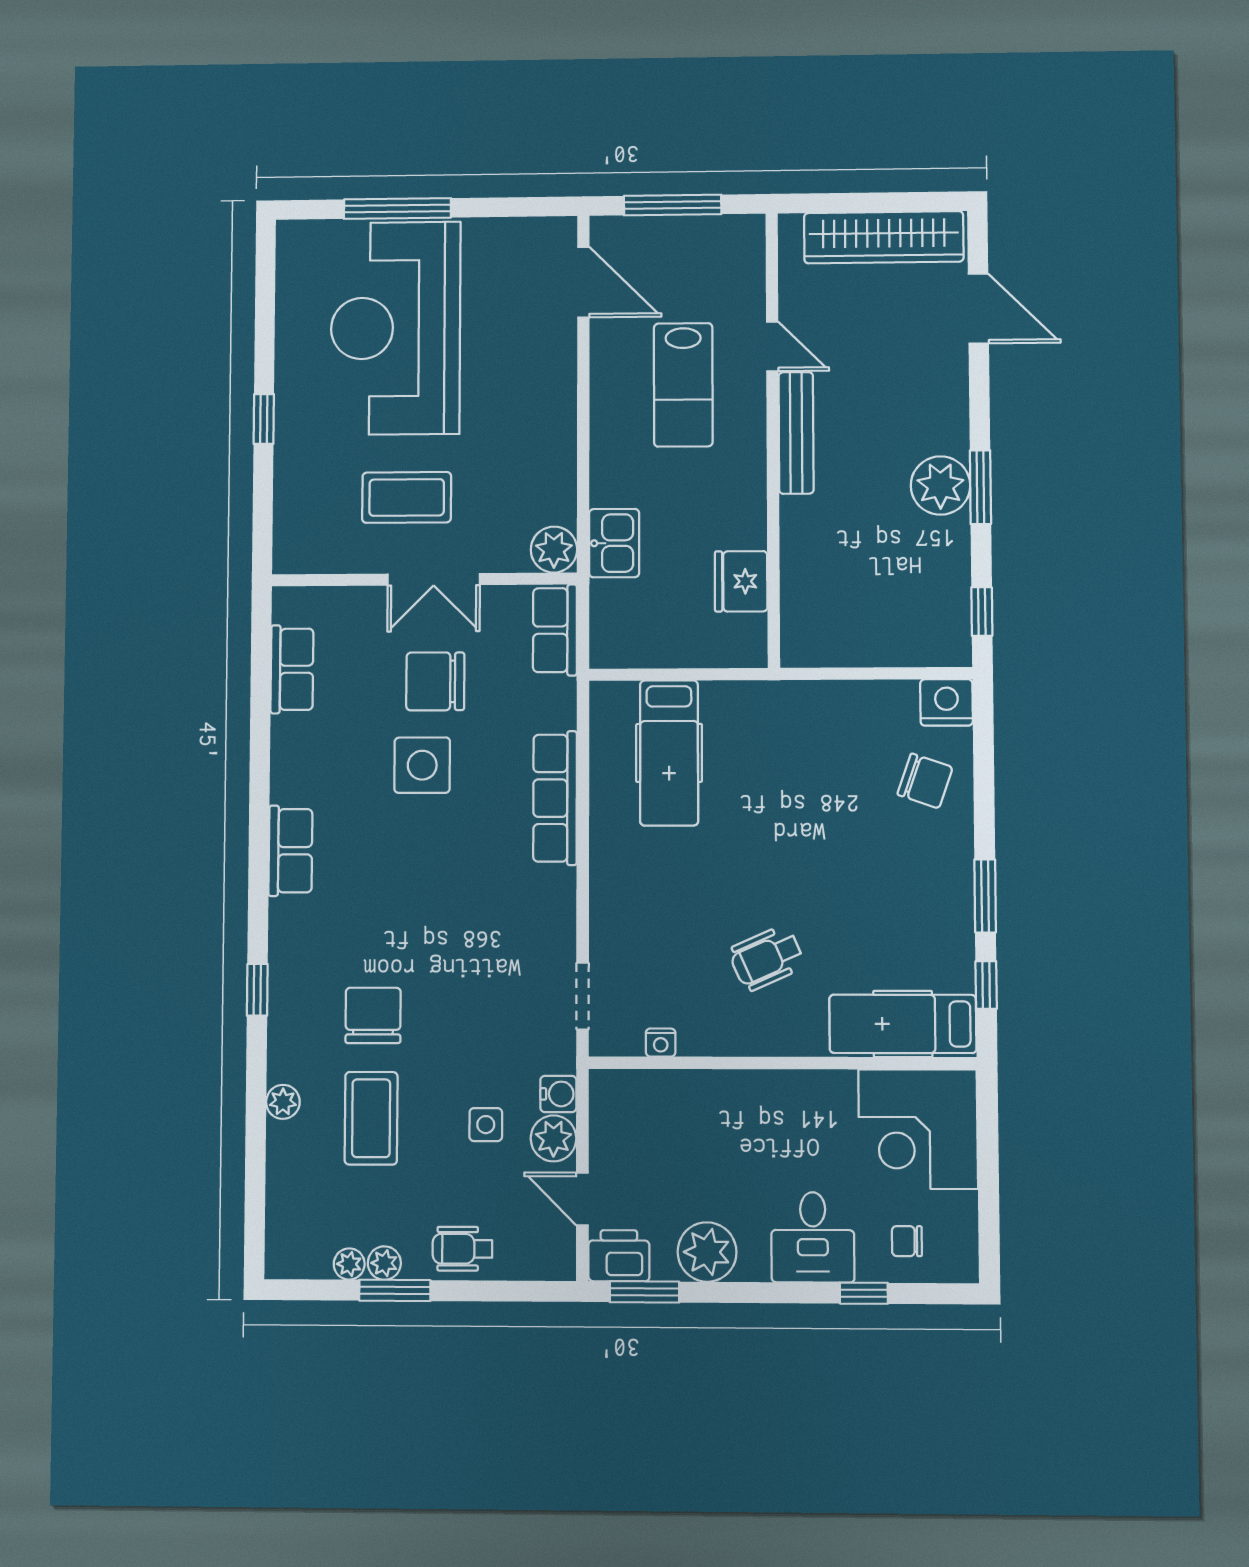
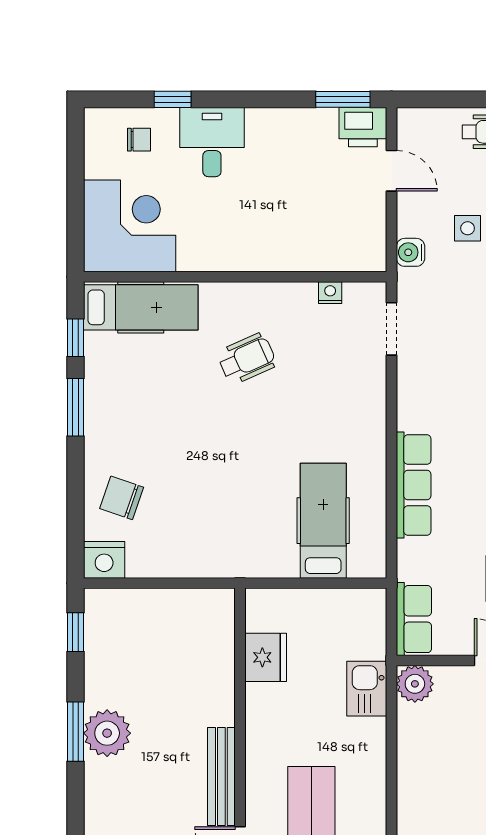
plant: (553, 1138) -> (414, 218), removed
plant: (707, 1252) -> (294, 130), removed

